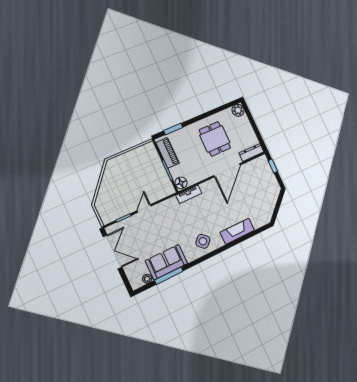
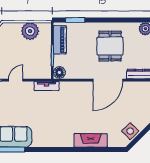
plant: (136, 157) -> (30, 31), added
tv unit: (189, 194) -> (47, 86), moved
side table: (203, 241) -> (130, 131), moved

